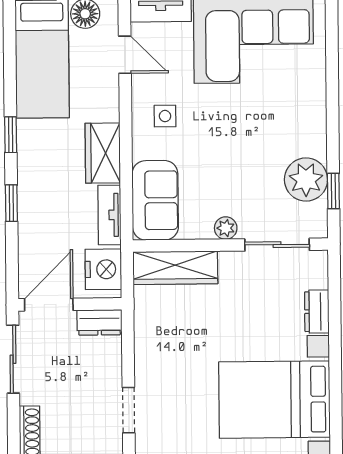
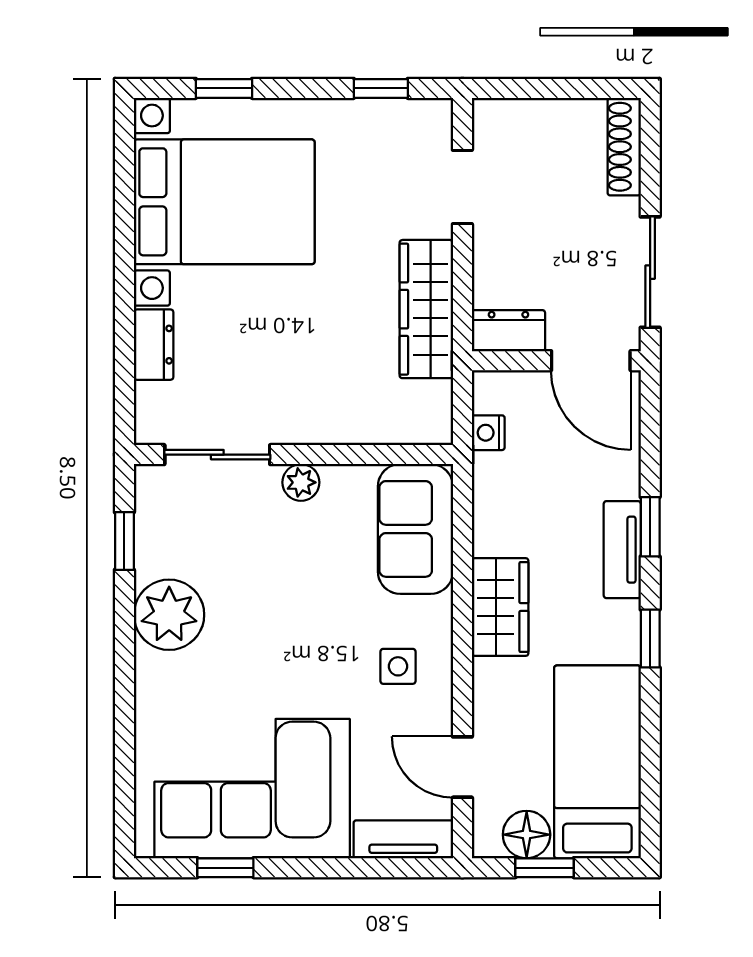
plant: (306, 180) -> (169, 615), moved
tv unit: (109, 215) -> (622, 550), moved, turned 180
wardrobe: (175, 268) -> (426, 309), moved, turned -90
nightstand: (103, 269) -> (488, 433), width x0.53, depth x0.56
door: (49, 305) -> (591, 361), hinge flipped

